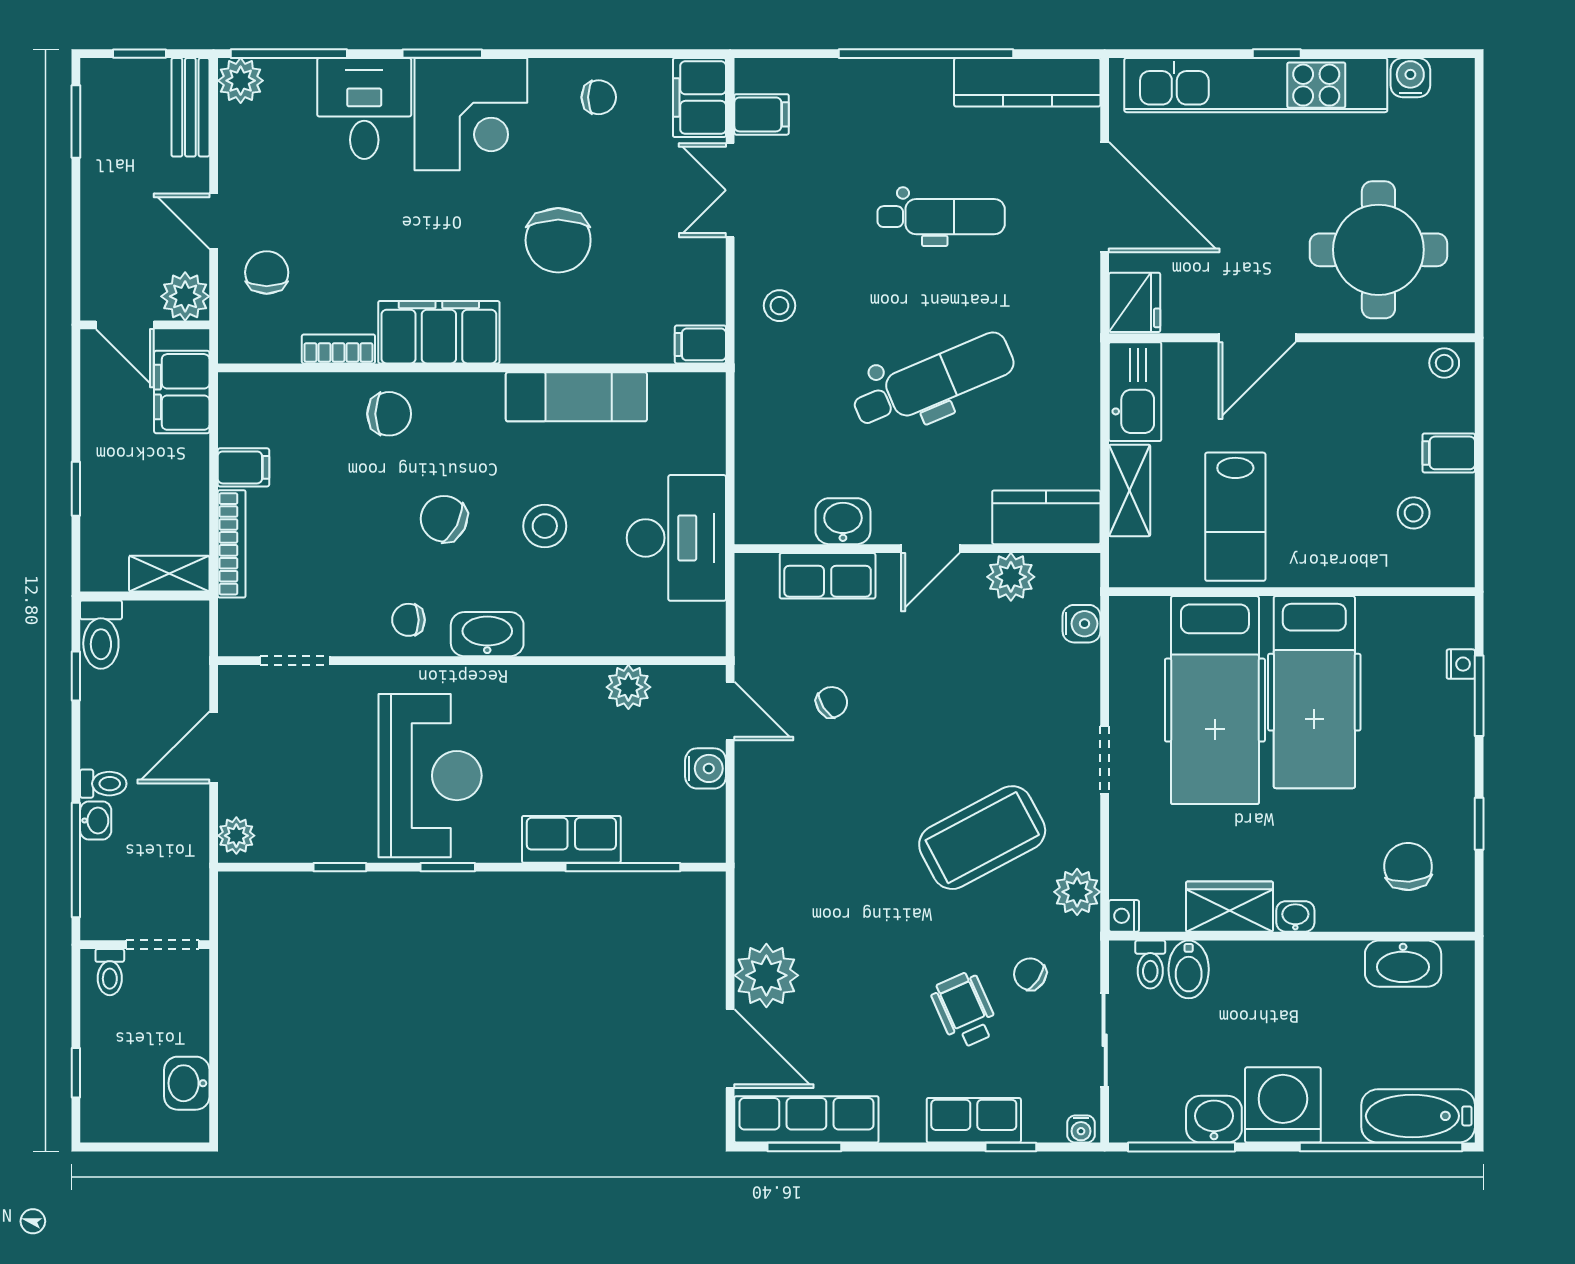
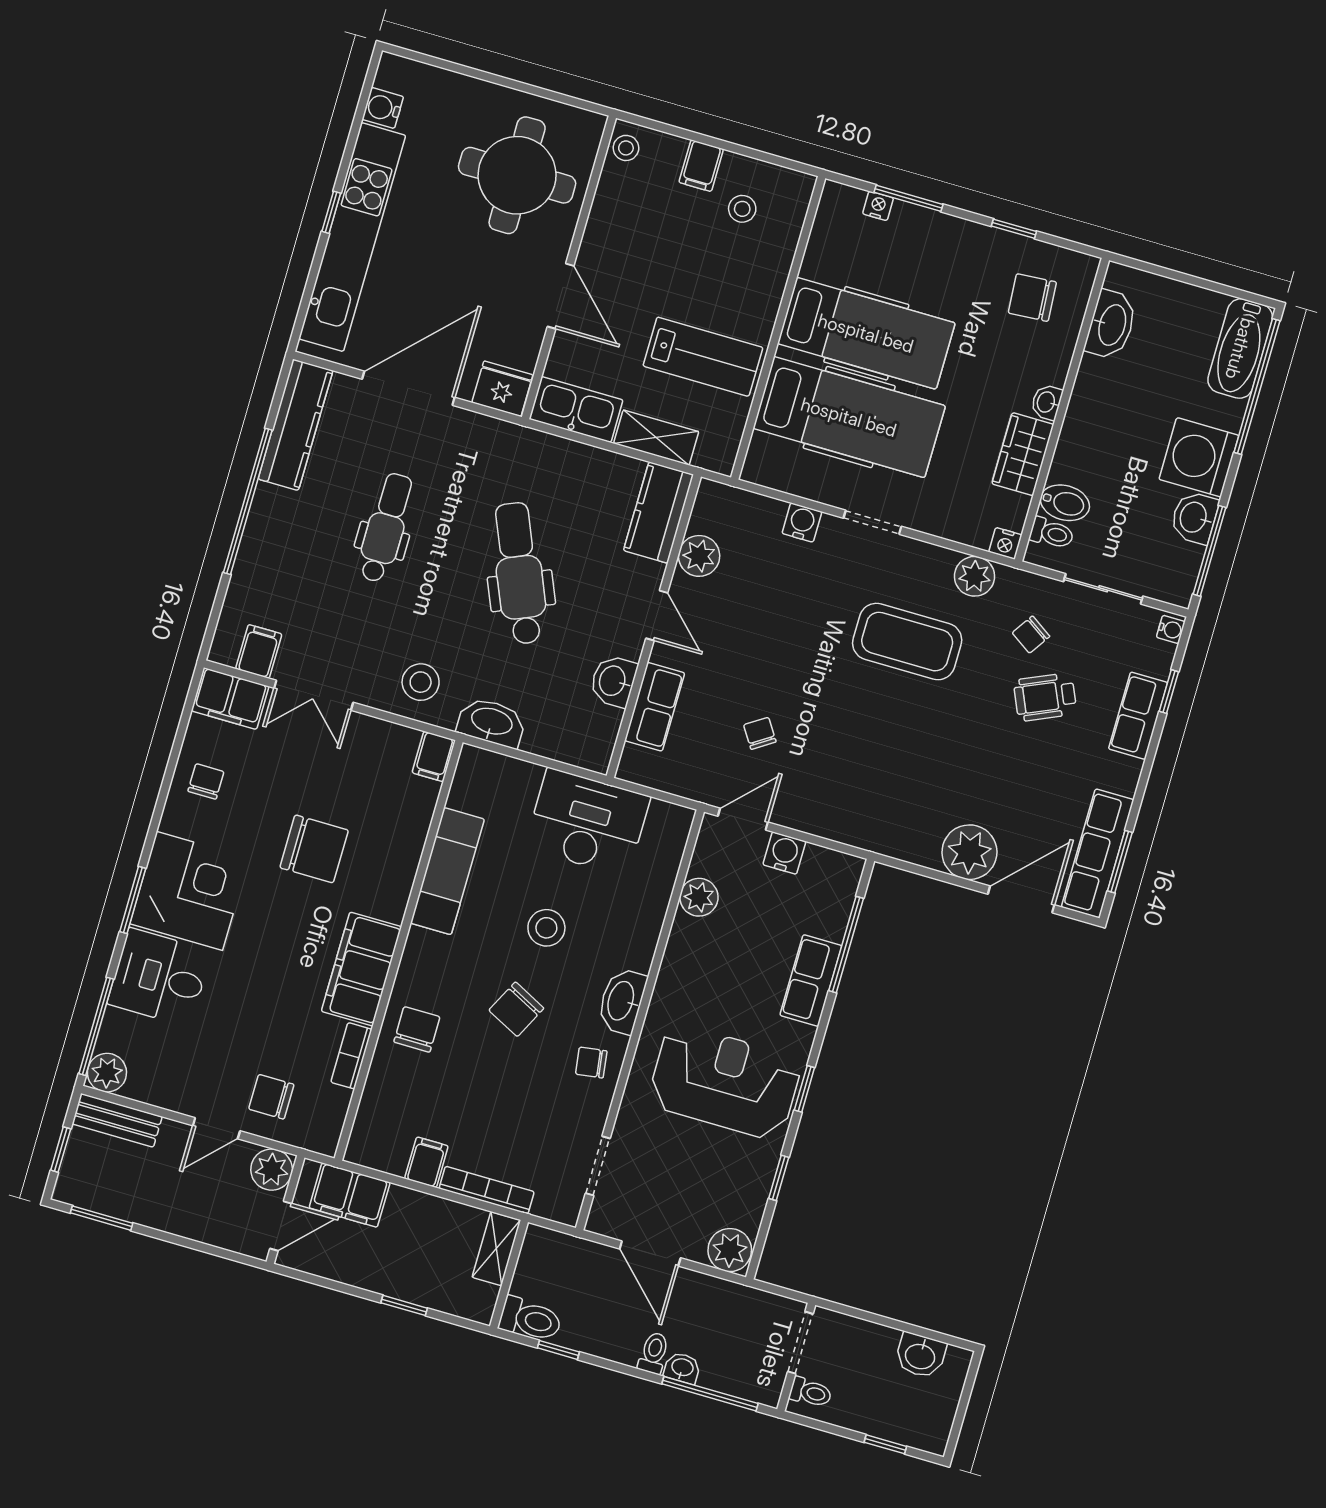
stool: (779, 306) -> (421, 682), width x1.37, depth x1.37
washbasin: (757, 398) -> (492, 722), added
chair: (408, 620) -> (591, 1063), turned 82
water cooler: (1081, 624) -> (802, 523), moved
plant: (236, 836) -> (730, 1250), width x1.38, depth x1.38
coffee table: (982, 838) -> (907, 642), turned -62

